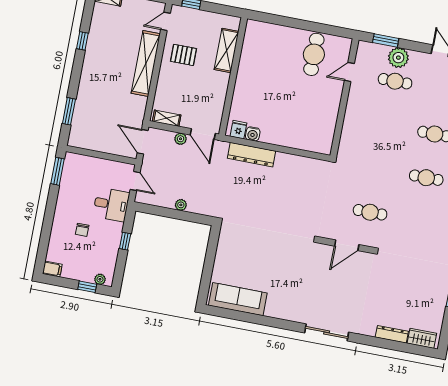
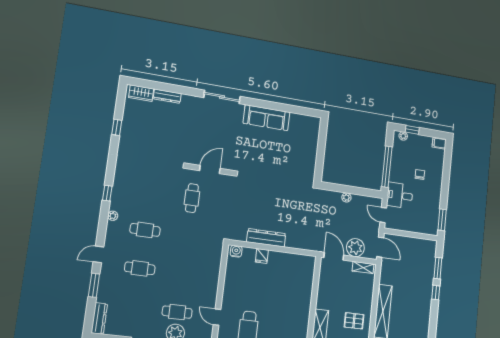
window: (82, 41) -> (436, 293), moved
door: (349, 72) -> (217, 317), swing flipped
fridge: (238, 130) -> (262, 256), moved
water cooler: (253, 134) -> (236, 251), moved
plant: (181, 139) -> (355, 248), width x1.88, depth x1.88
dresser: (252, 155) -> (266, 238), moved
cafe table: (370, 212) -> (192, 198), turned 90
window: (125, 241) -> (387, 167), width x3.17
sofa: (238, 299) -> (266, 118), moved

